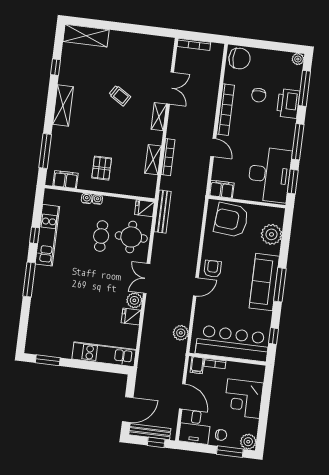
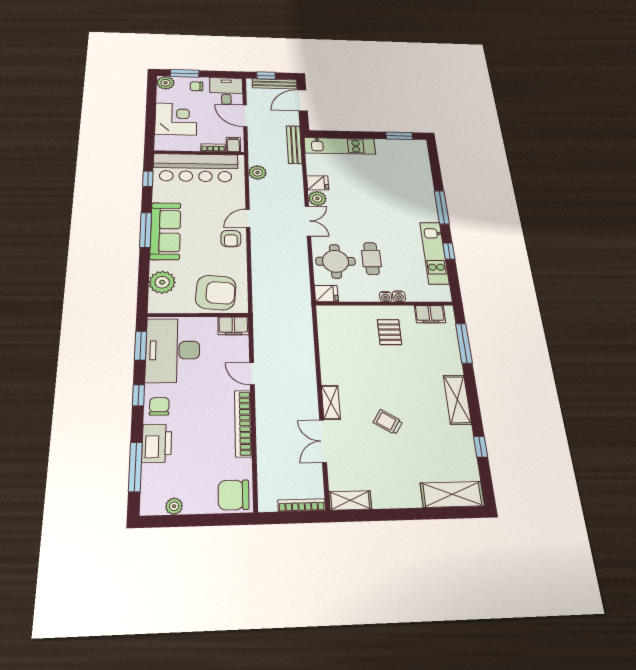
plant: (298, 59) -> (174, 506), moved
chair: (259, 95) -> (159, 406), moved
window: (298, 142) -> (138, 395), width x0.46
bookcase: (168, 157) -> (309, 355), removed
shelving: (153, 160) -> (350, 500), moved, turned 90
bench: (163, 212) -> (294, 145), moved

